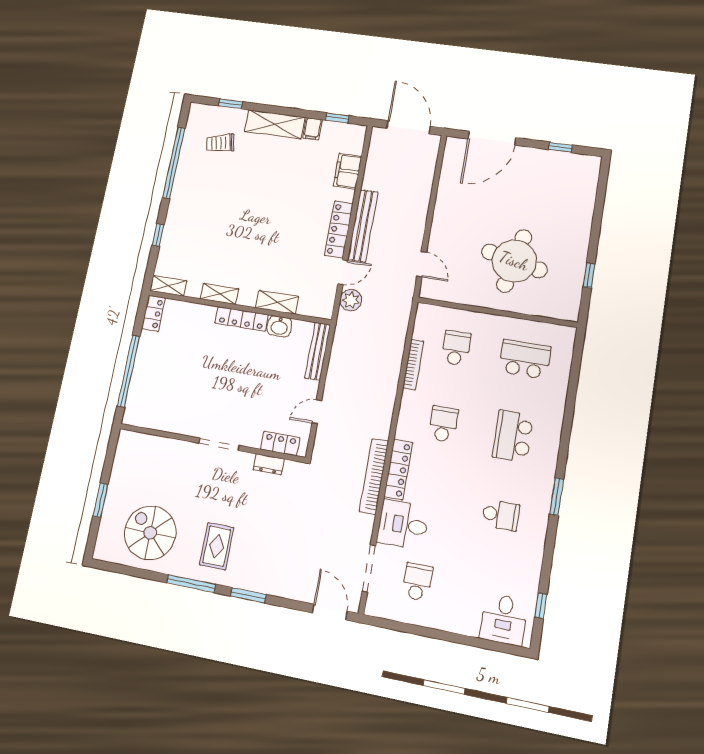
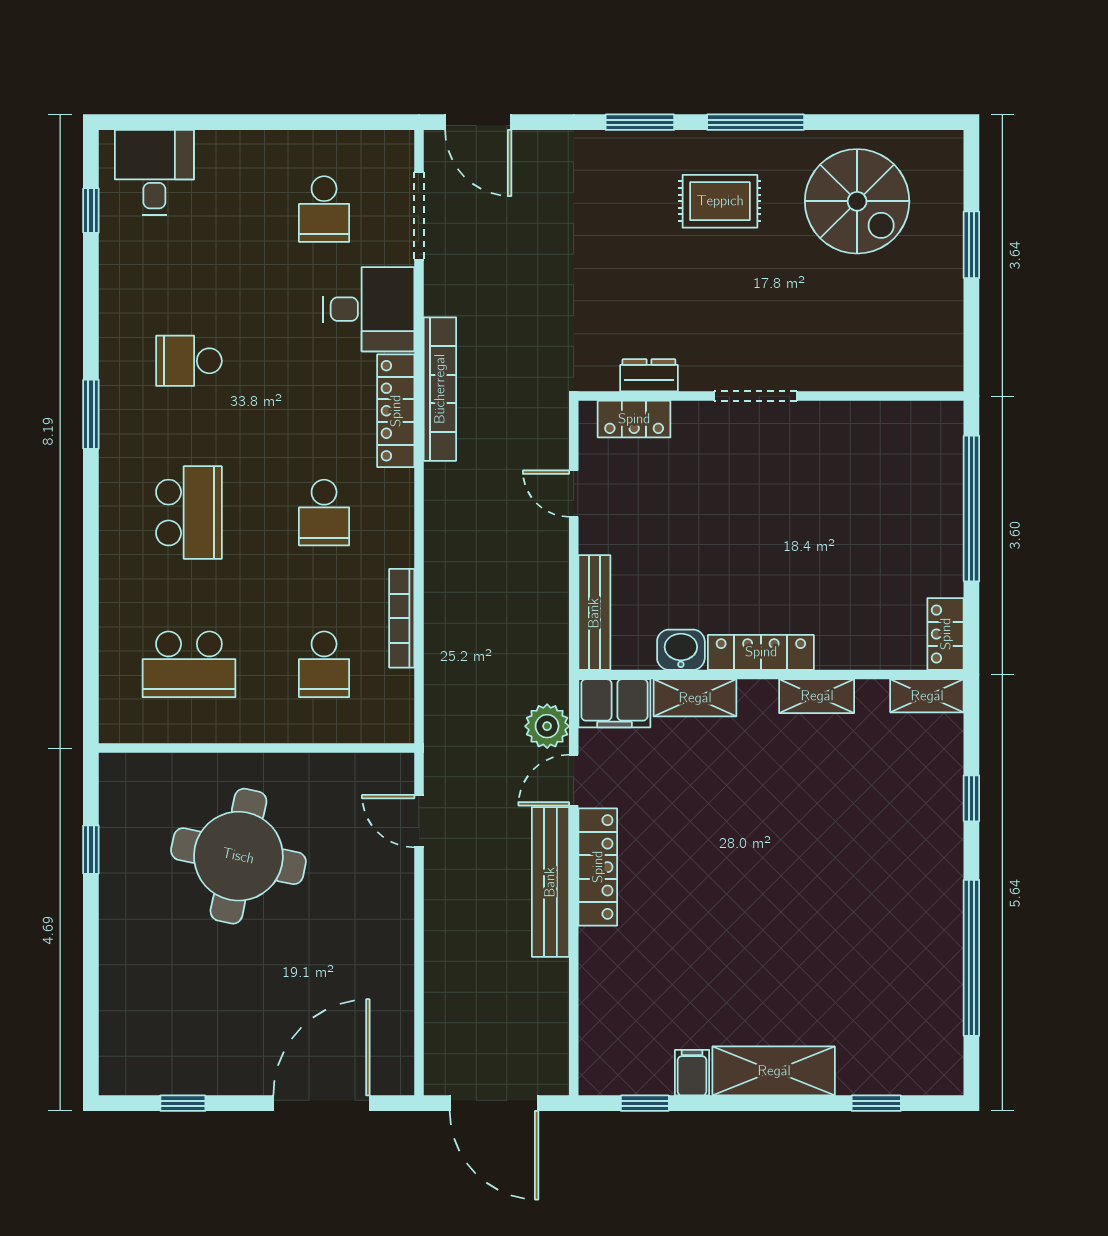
trolley: (220, 143) -> (881, 1014), removed
filing cabinet: (348, 171) -> (614, 703), moved, turned 90
door: (317, 412) -> (574, 494), swing flipped
rug: (217, 546) -> (720, 201), turned 90

